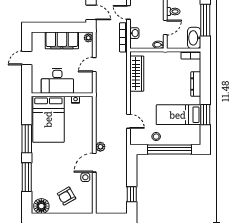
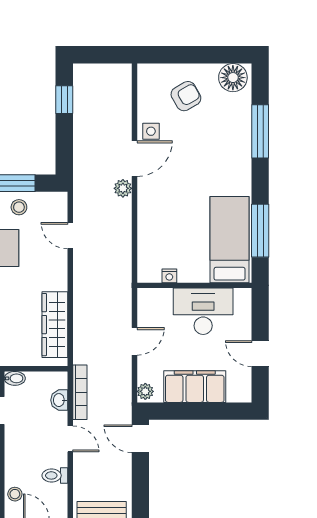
door: (27, 58) -> (260, 354), swing flipped
bed: (48, 119) -> (230, 240), width x0.67
window: (27, 139) -> (260, 231), moved

